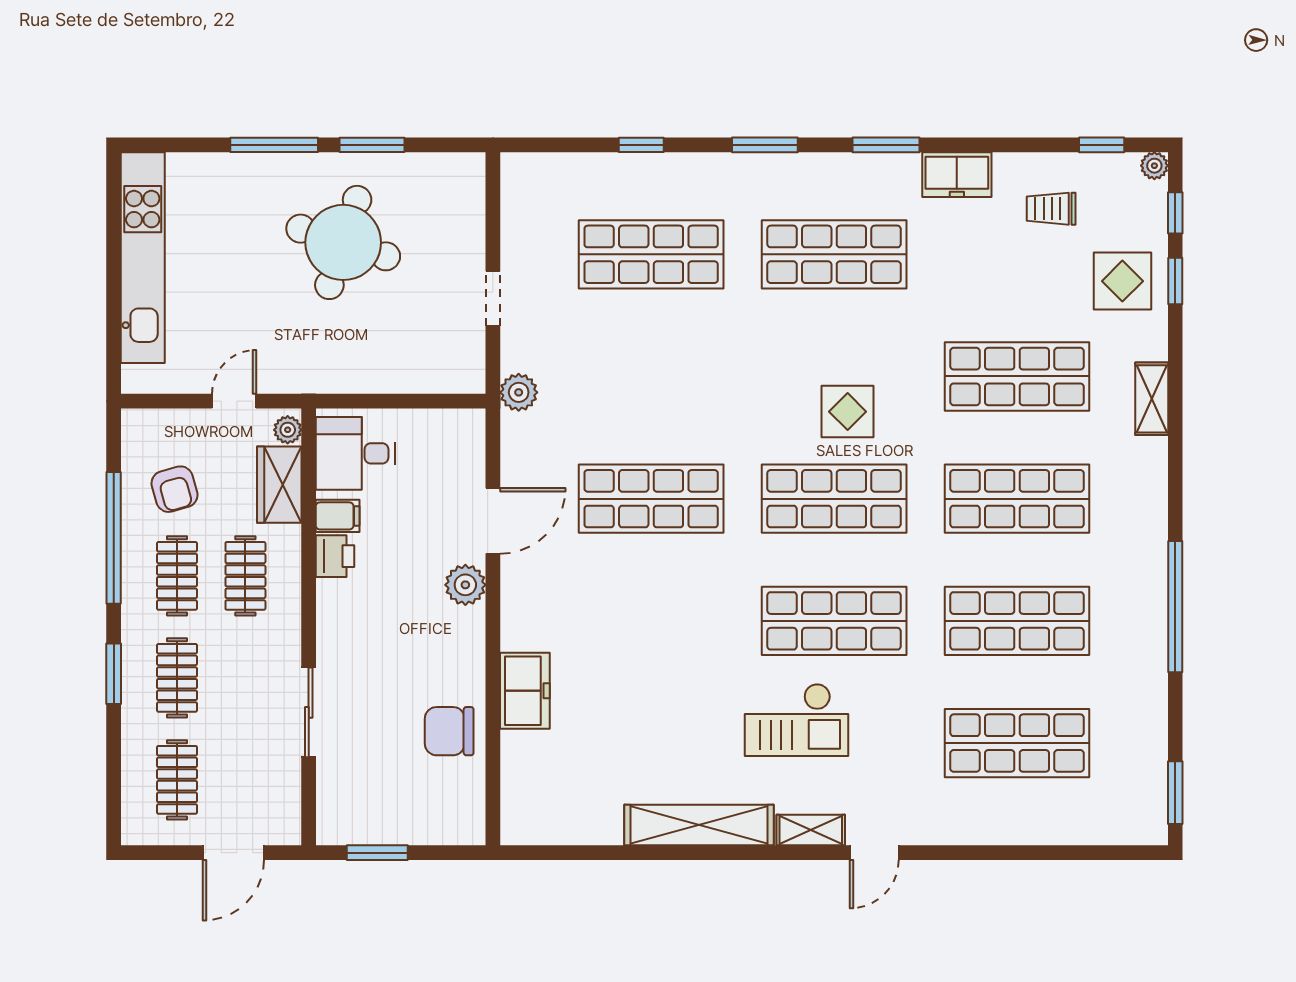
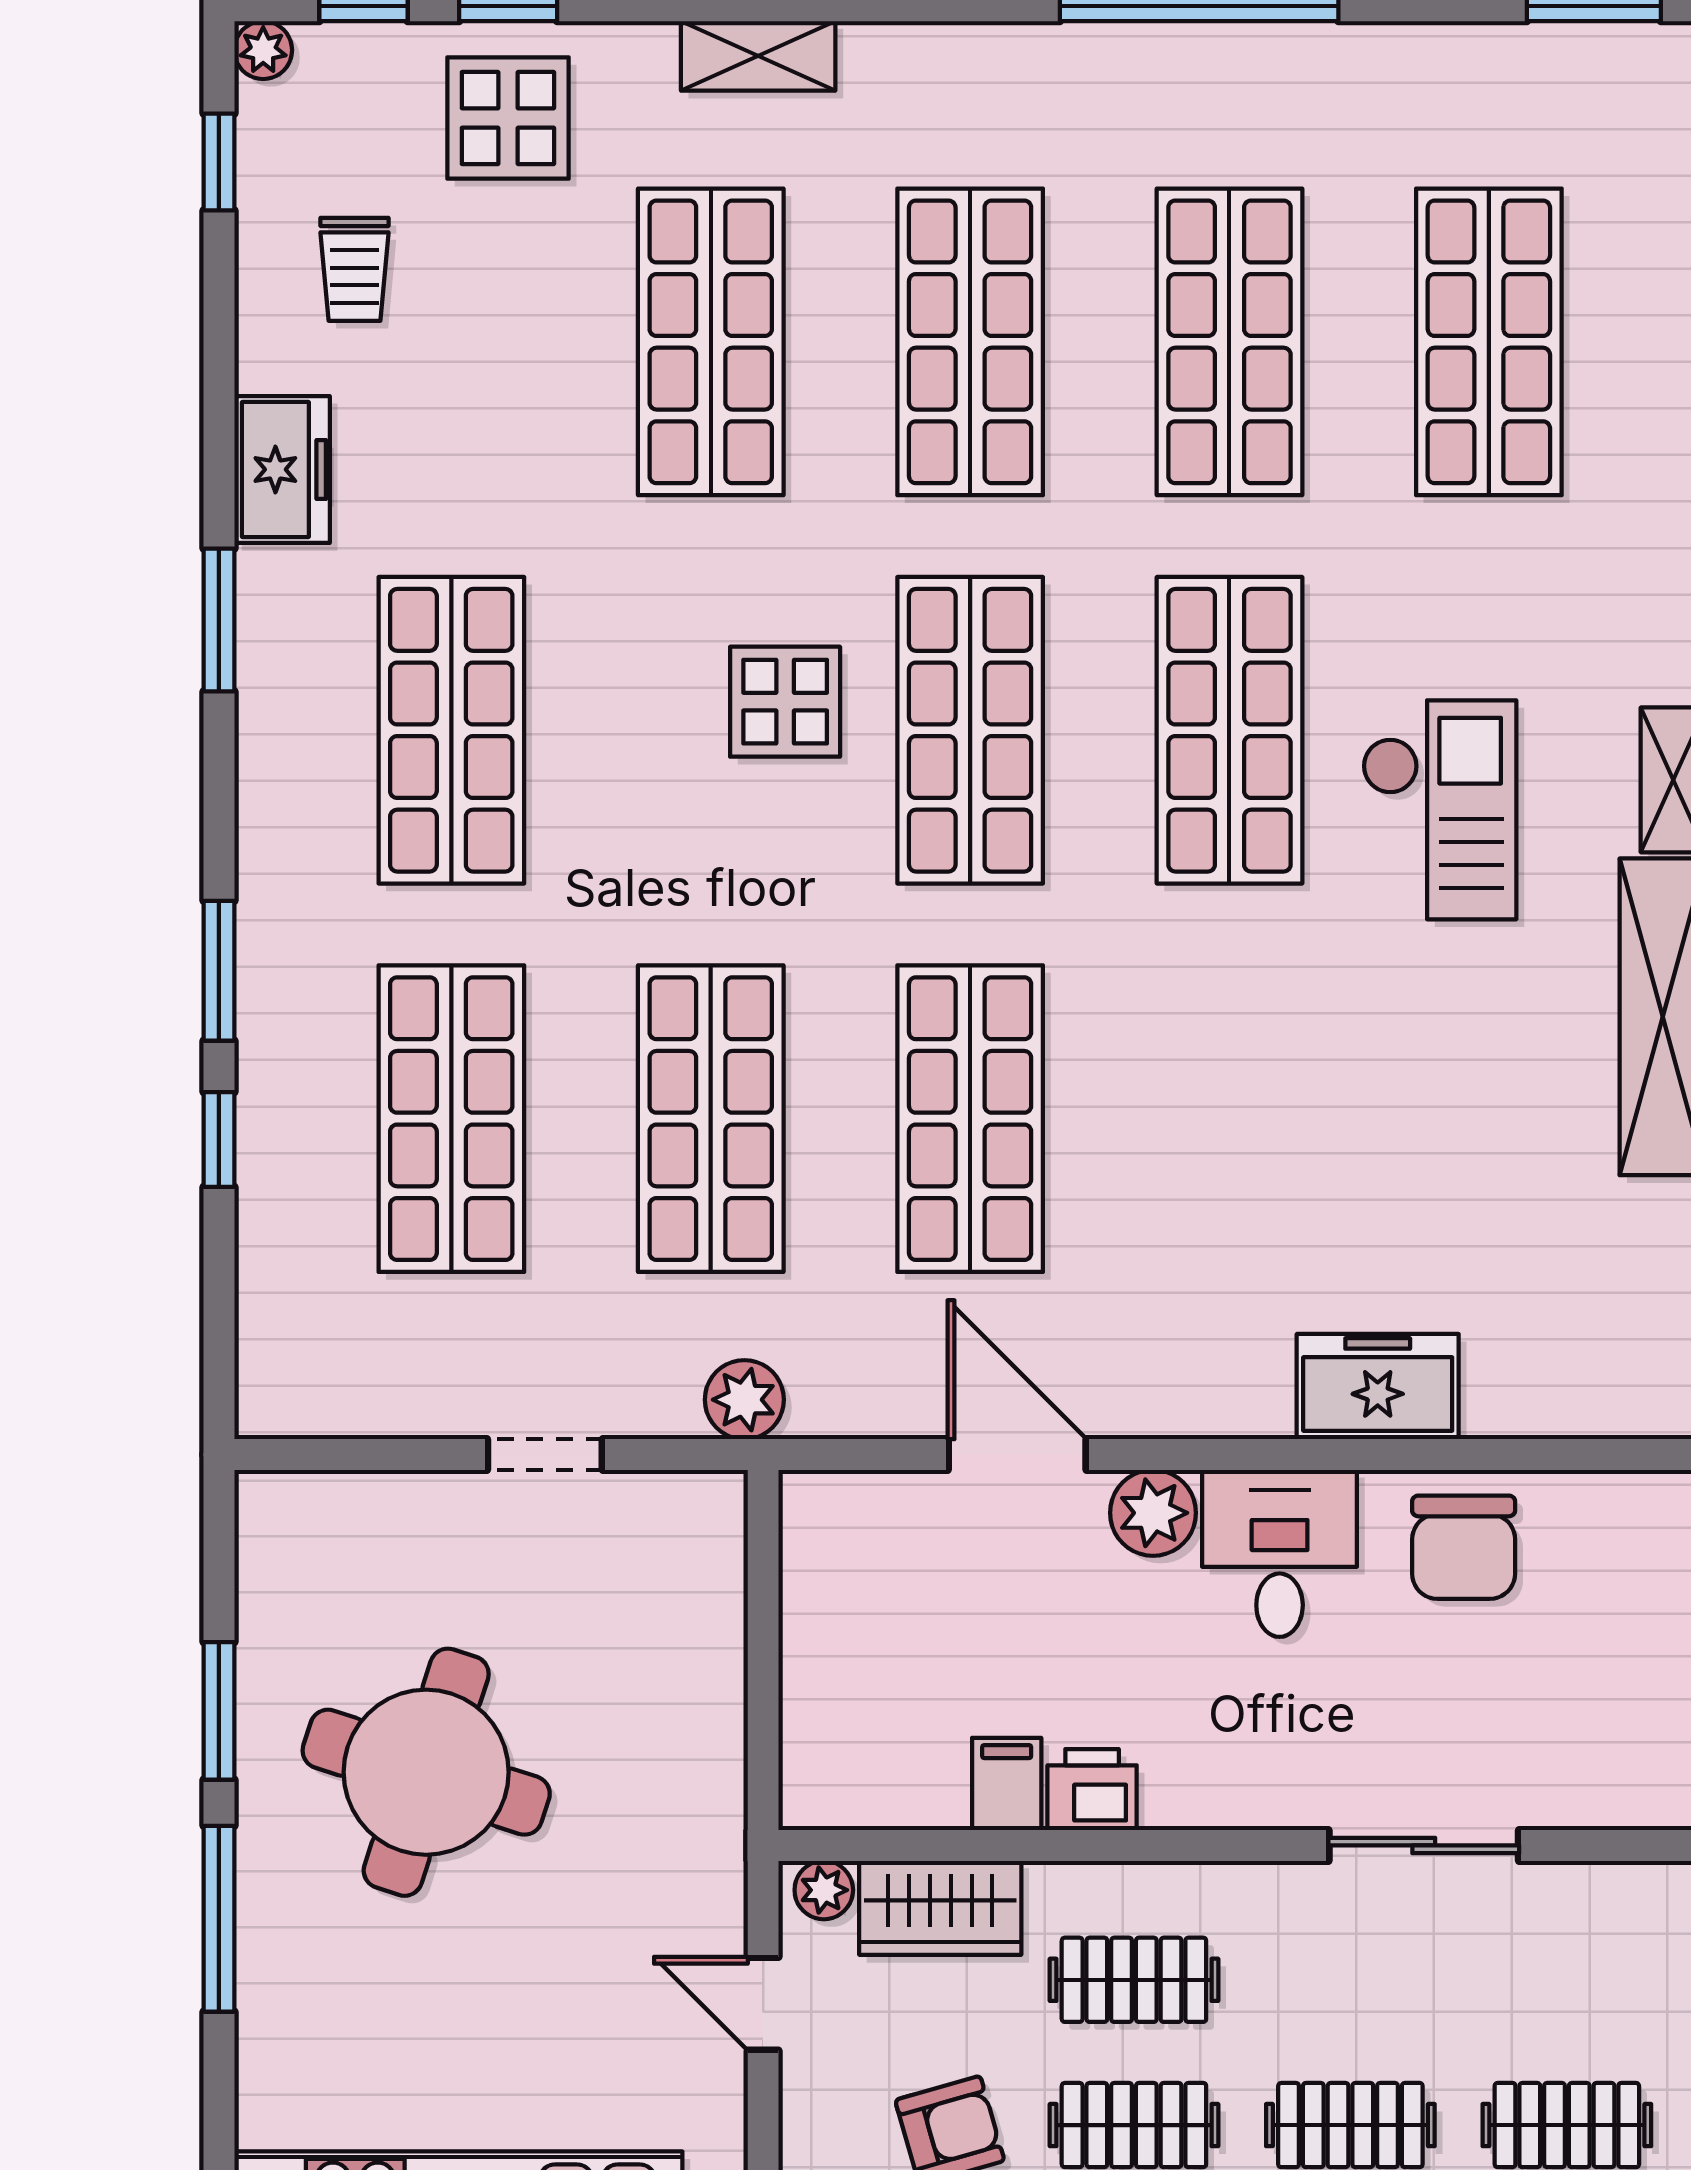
window: (765, 145) -> (219, 971), moved
shop shelf: (651, 376) -> (711, 1119), added
desk: (355, 453) -> (1280, 1553), moved, turned 180

